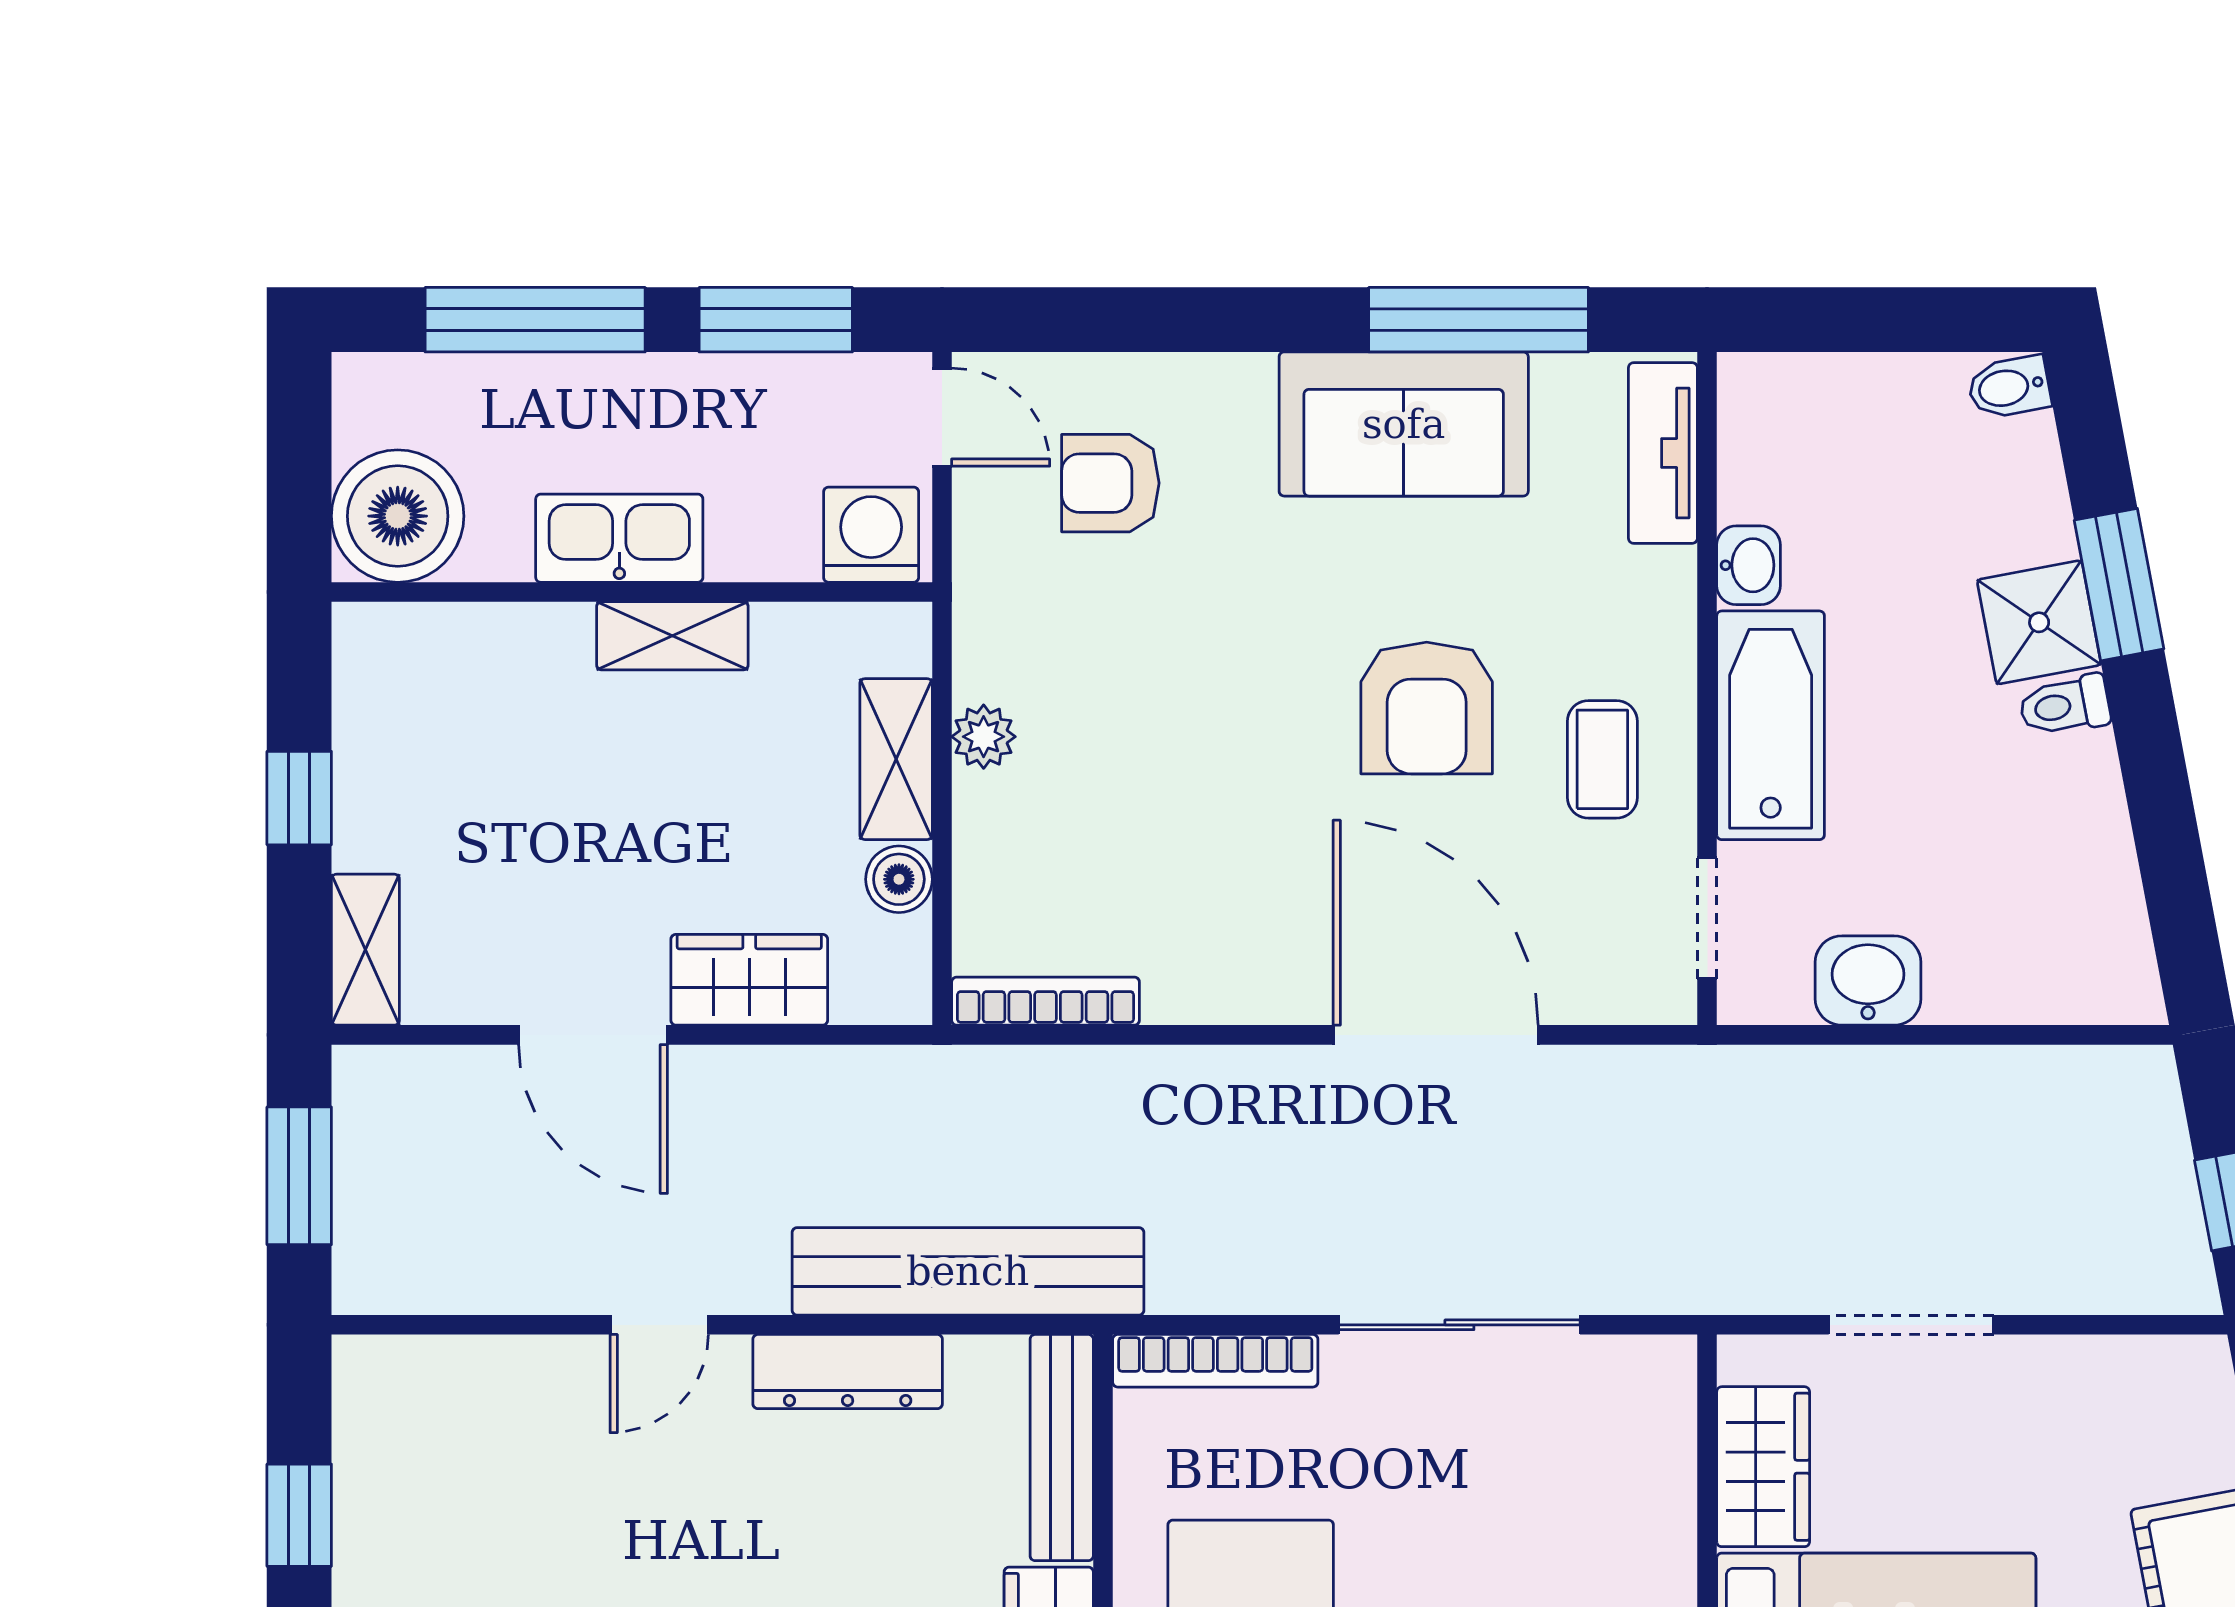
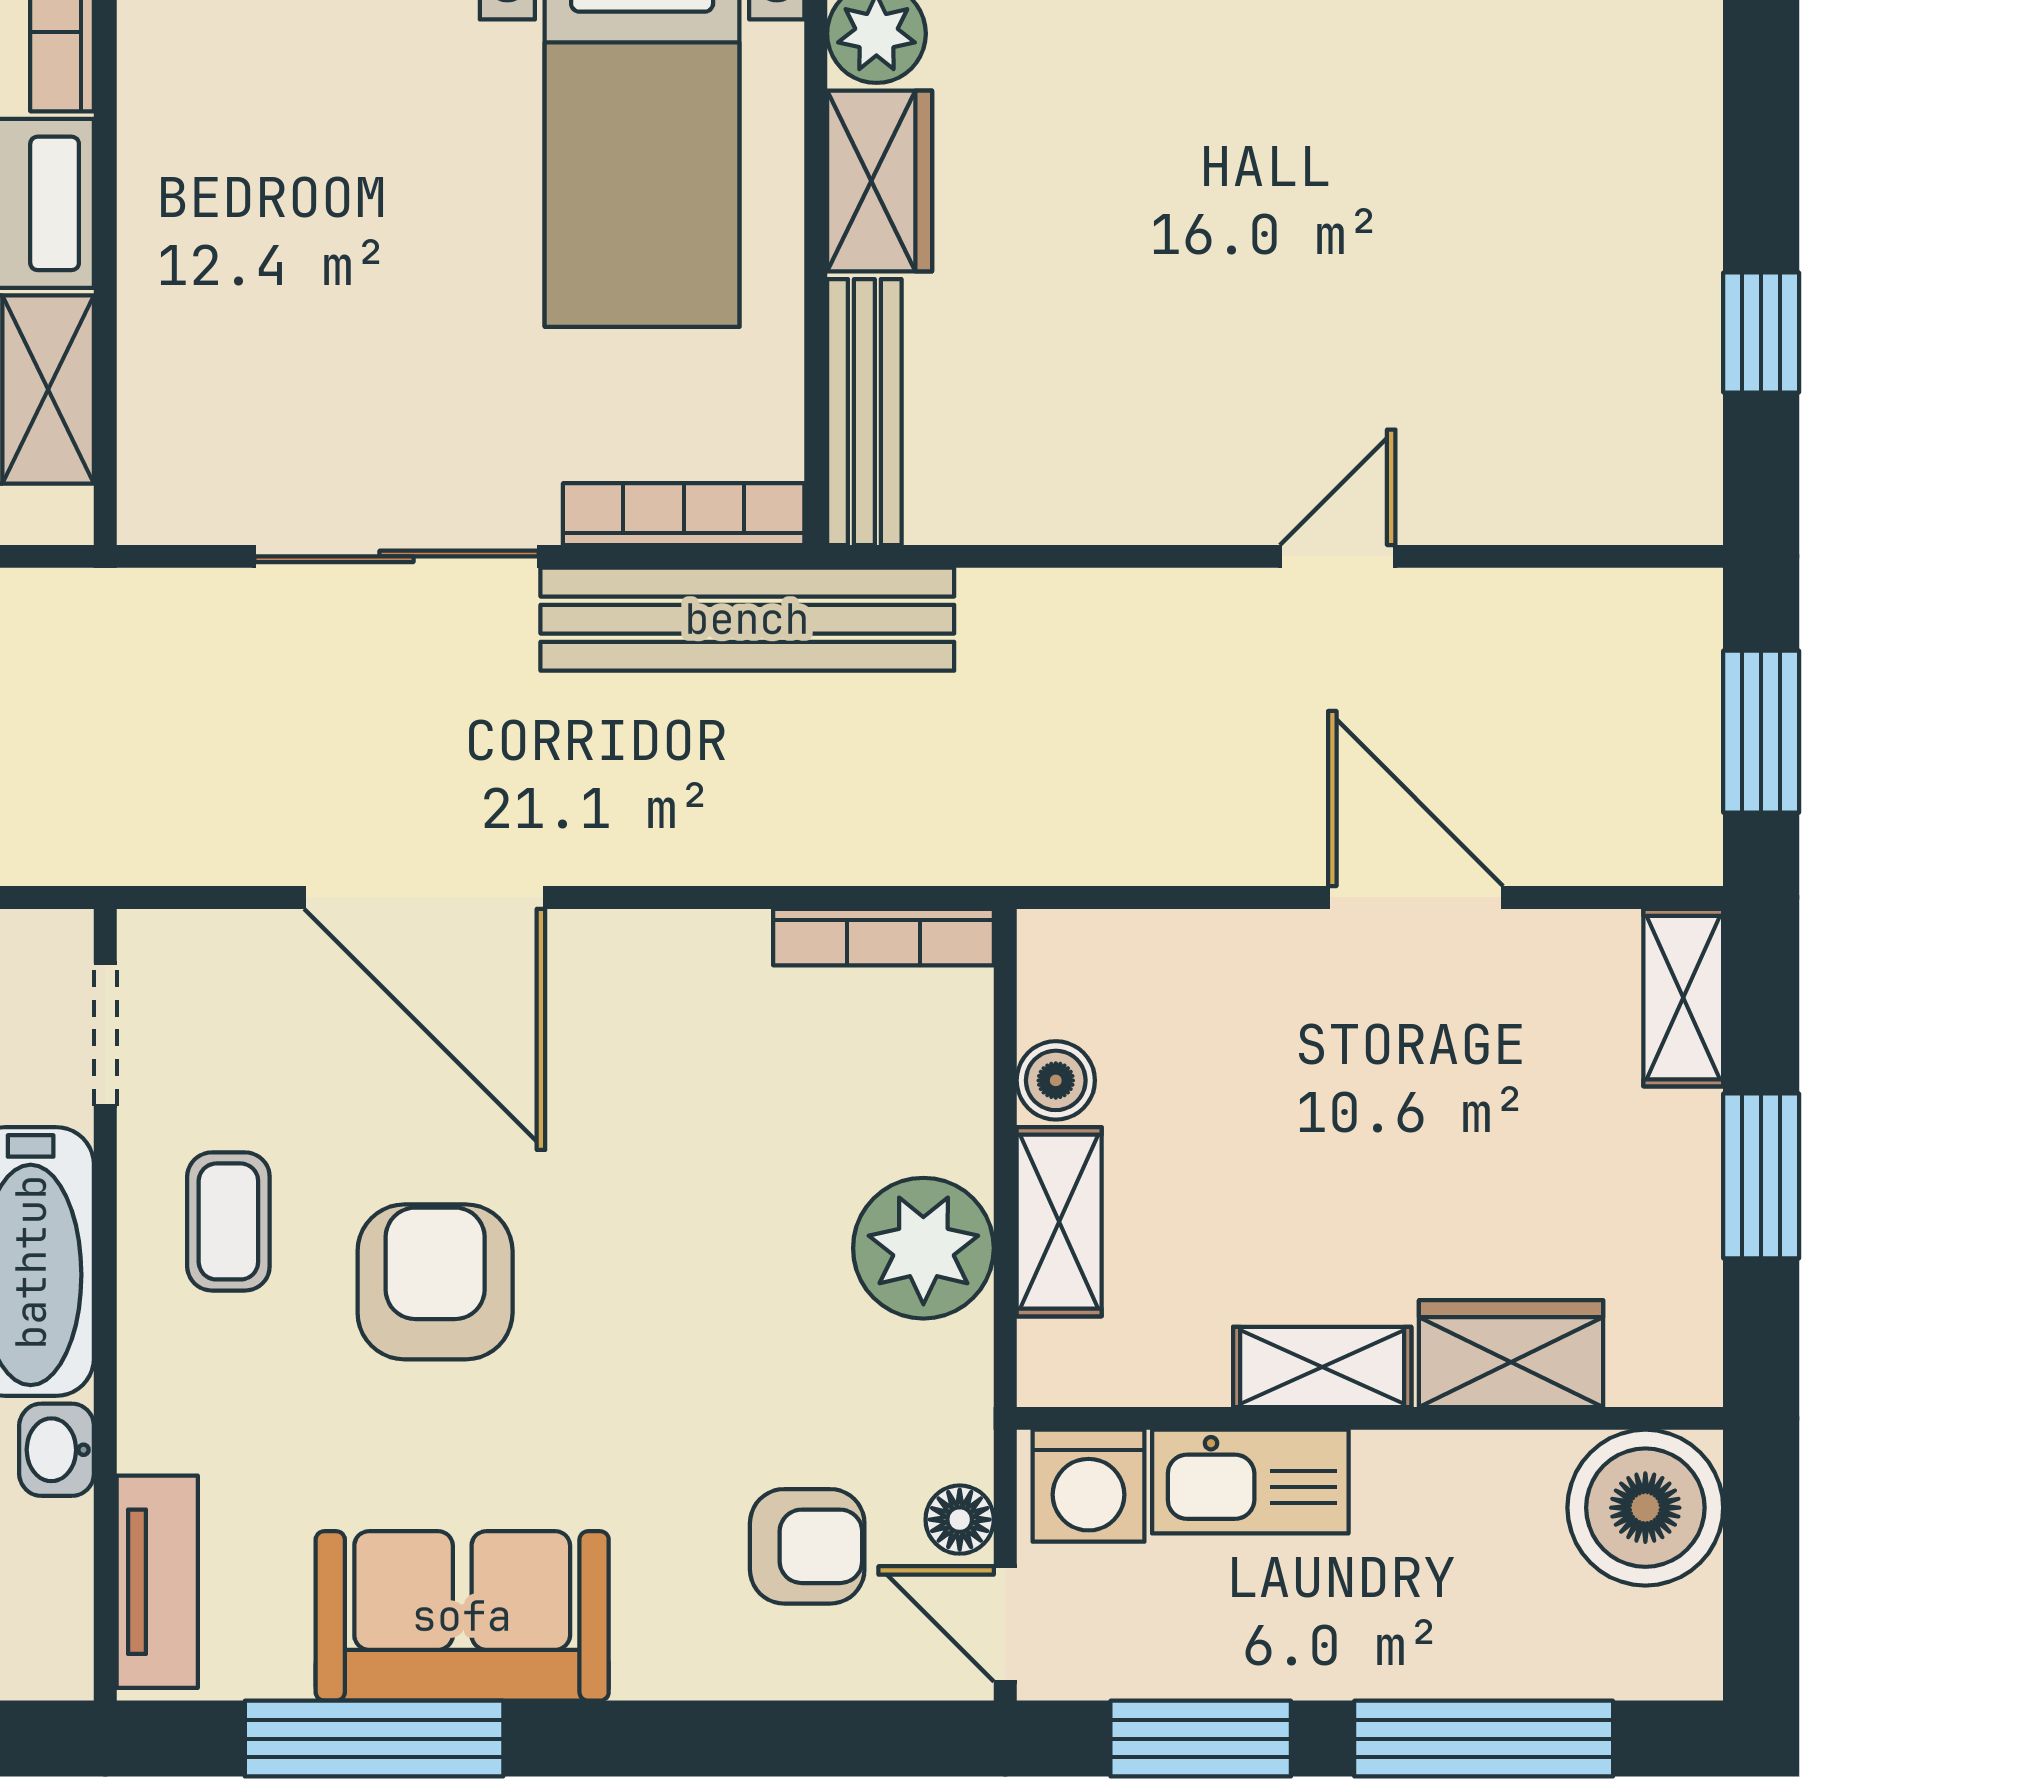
floor lamp: (981, 506) -> (960, 1520), added
kitchen sink: (619, 538) -> (1250, 1482), moved
plant: (984, 737) -> (923, 1248), width x1.88, depth x1.88
window: (299, 798) -> (1761, 1176), width x1.50
wardrobe: (749, 980) -> (1511, 1354), moved, turned 180
bench: (968, 1271) -> (747, 619), moved
dresser: (848, 1372) -> (1116, 501), removed

